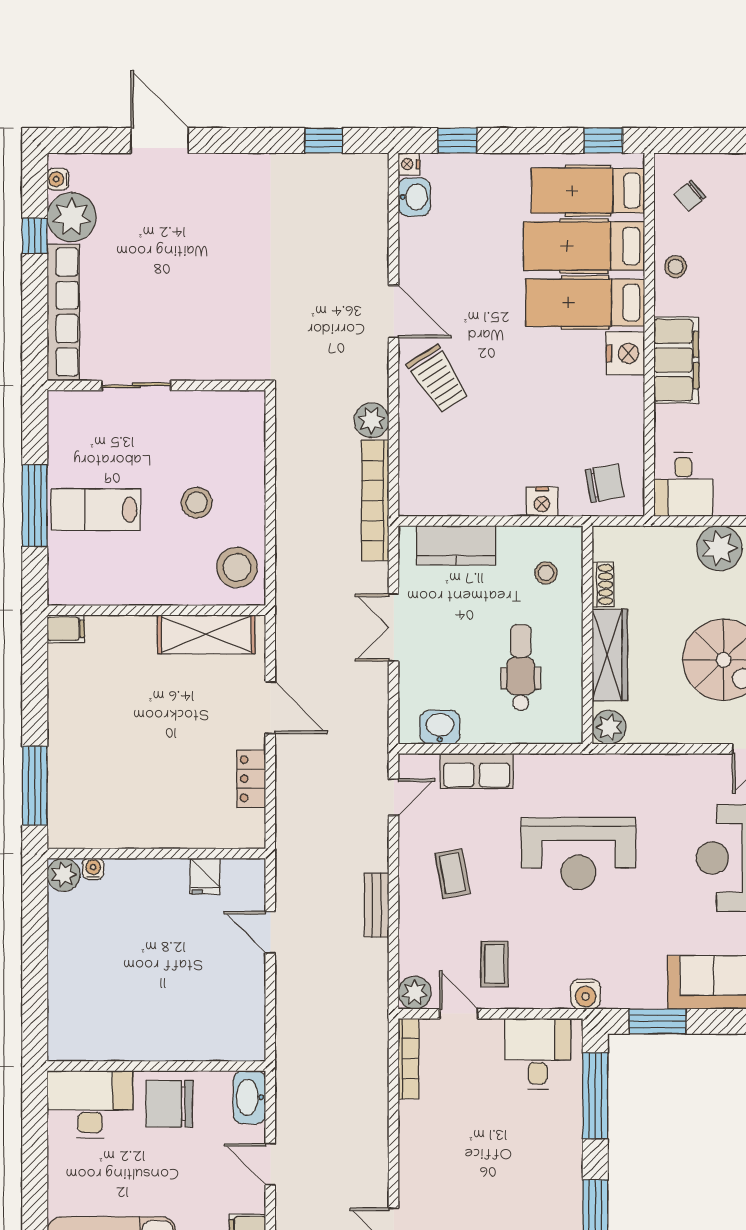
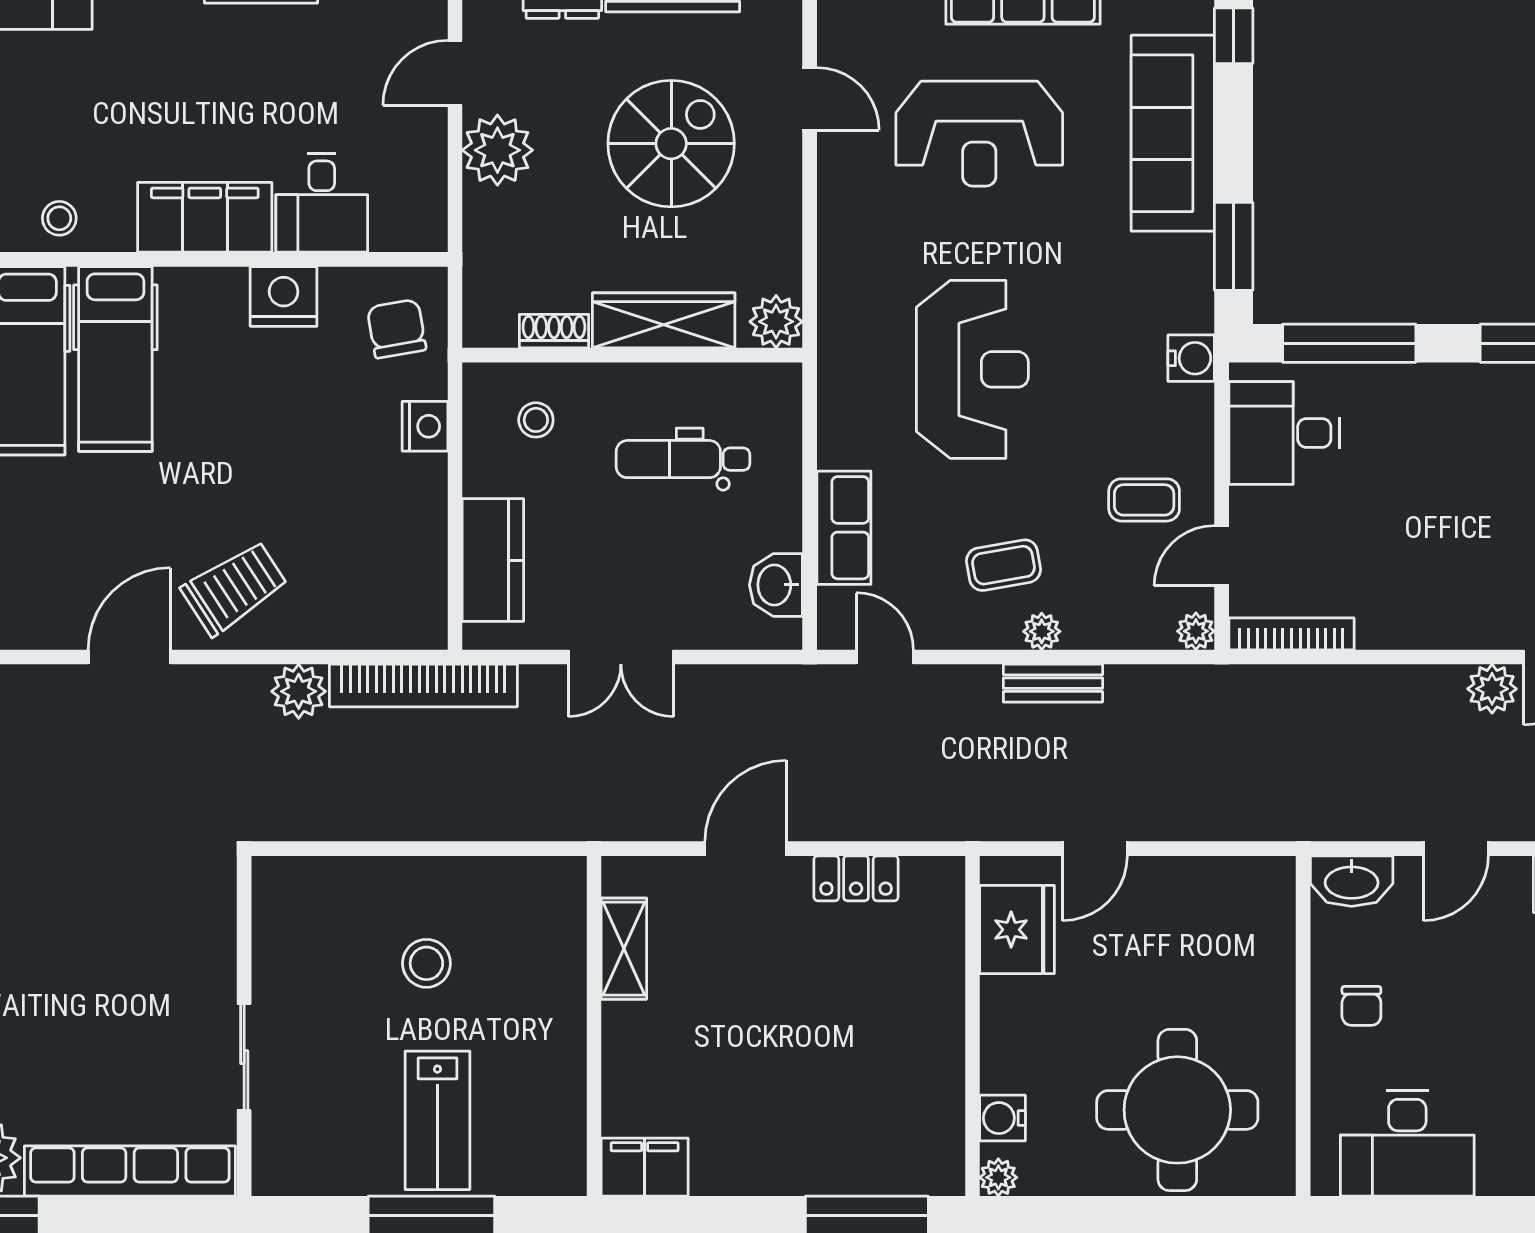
nightstand: (625, 353) -> (284, 296), moved
desk: (683, 484) -> (322, 203), moved, turned 90
stool: (237, 567) -> (527, 901), removed
filing cabinet: (66, 629) -> (645, 1167), width x2.00
shelving: (206, 634) -> (624, 949), width x0.67, depth x0.75
water cooler: (93, 869) -> (1003, 1118), width x1.38, depth x1.38
plant: (64, 875) -> (998, 1177), width x0.73, depth x0.73
fridge: (205, 876) -> (1017, 930), width x1.88, depth x1.34
plant: (410, 898) -> (1042, 631), added
round table: (102, 985) -> (1177, 1110), added
plant: (415, 993) -> (1196, 631), width x0.73, depth x0.73
chair: (169, 1104) -> (1361, 1006), width x0.54, depth x0.54
desk: (90, 1105) -> (1407, 1143), moved, turned -90
plant: (373, 1188) -> (1492, 689), added

